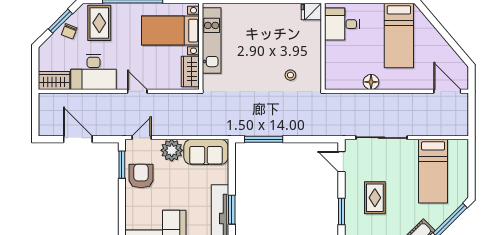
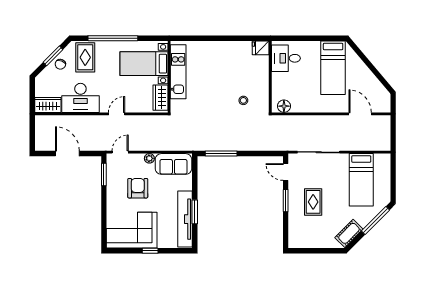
floor lamp: (371, 82) -> (284, 106), moved
door: (137, 91) -> (117, 114), hinge flipped
door: (447, 91) -> (360, 114), moved
plant: (172, 150) -> (149, 158), width x0.53, depth x0.53
armchair: (141, 176) -> (138, 188), moved
window: (342, 211) -> (286, 201), moved

